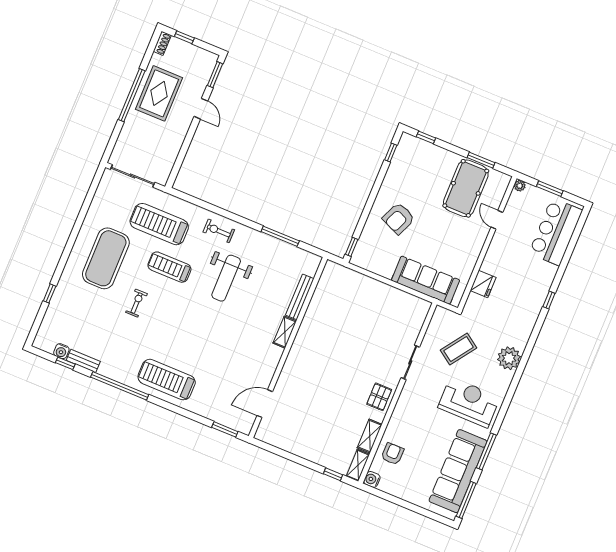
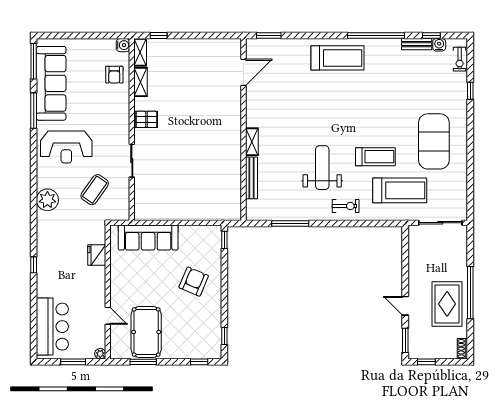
window: (184, 37) -> (426, 362), moved
exercise bike: (137, 303) -> (460, 59), moved
pallet: (379, 397) -> (146, 119), turned 90

